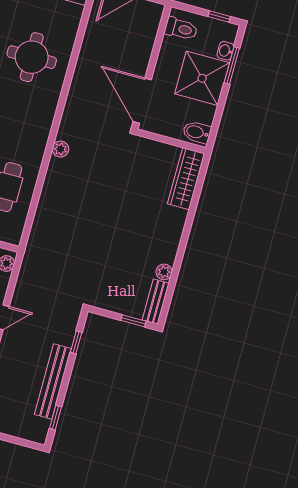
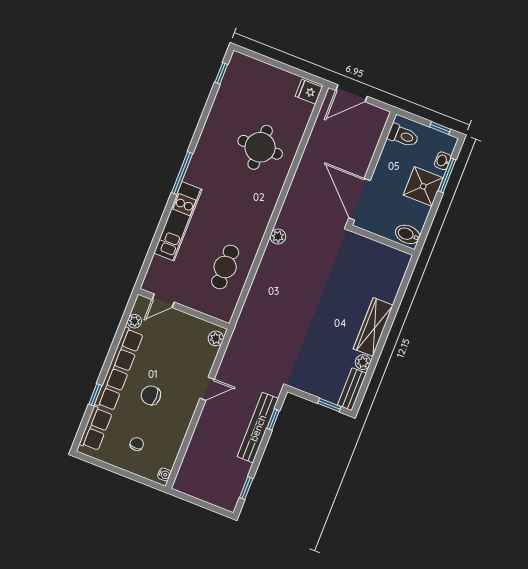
shower: (202, 78) -> (423, 186), width x0.73, depth x0.73
wardrobe: (186, 179) -> (373, 327), moved
bench: (53, 382) -> (258, 428), moved

